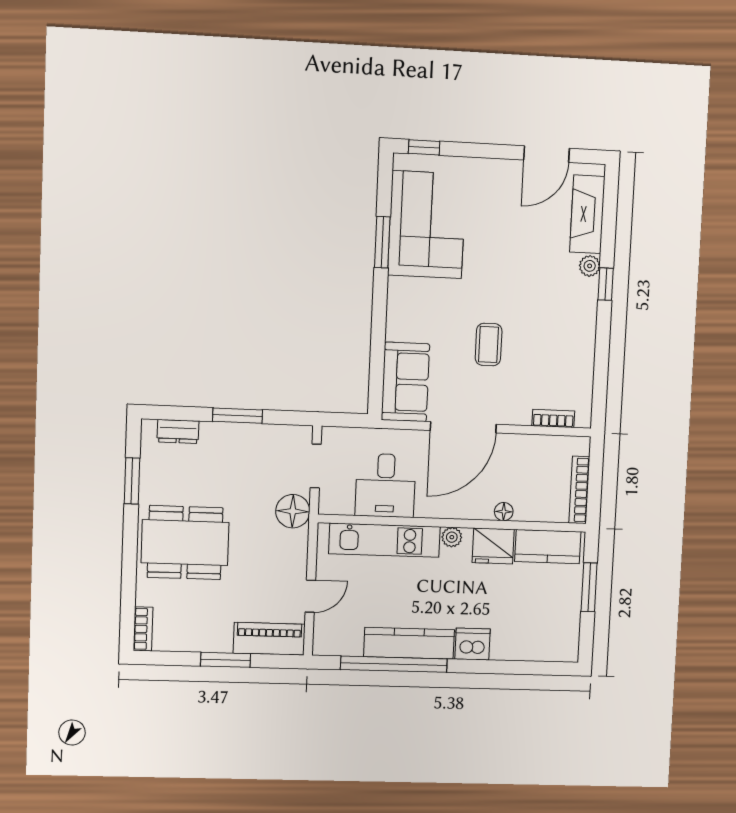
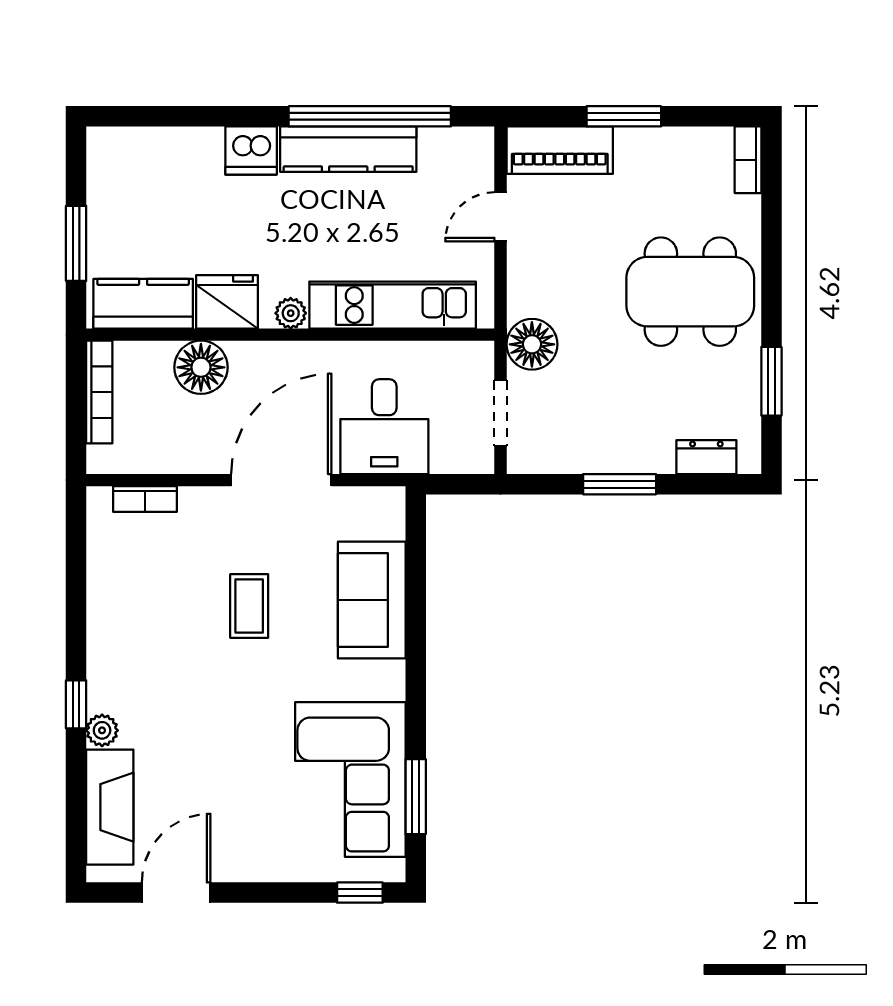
window: (382, 242) -> (416, 797), moved
sofa: (405, 382) -> (372, 600), moved
desk: (385, 485) -> (384, 427), moved, turned 180
floor lamp: (504, 512) -> (201, 367), width x1.89, depth x1.89

